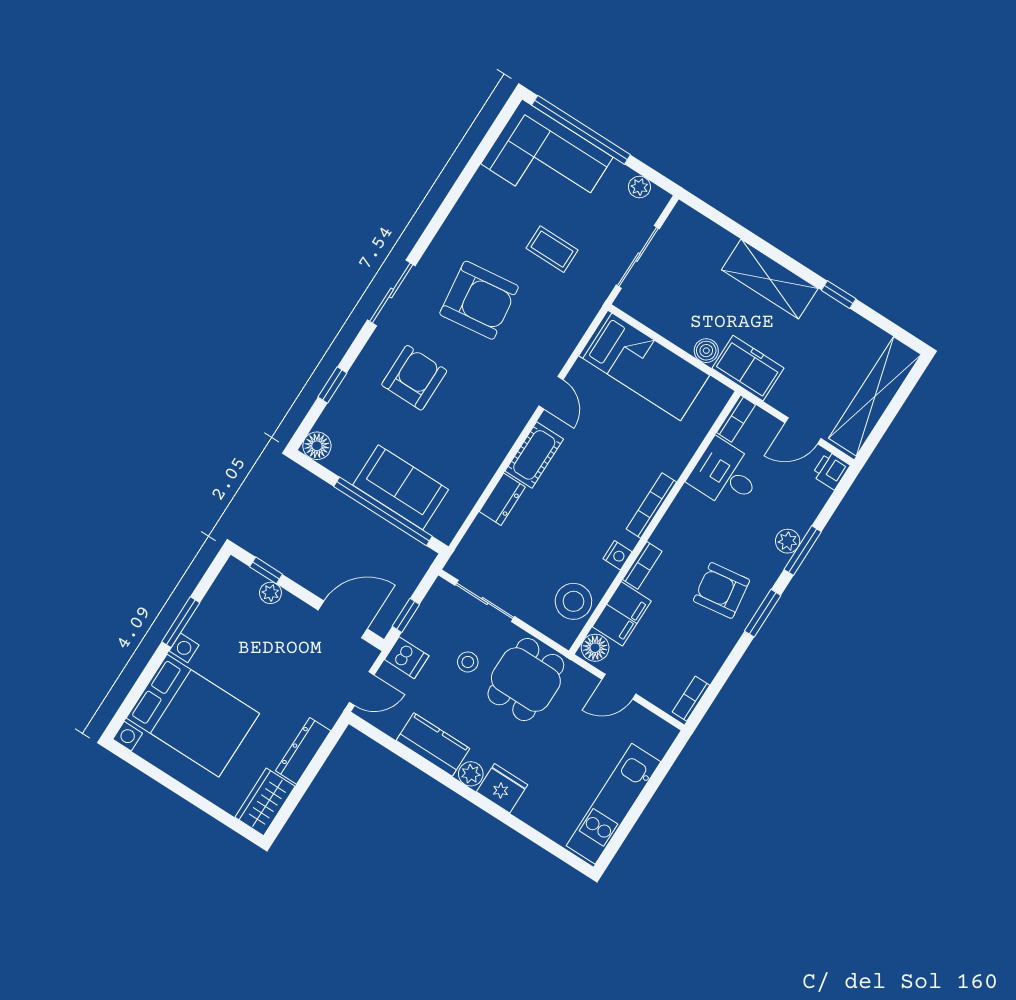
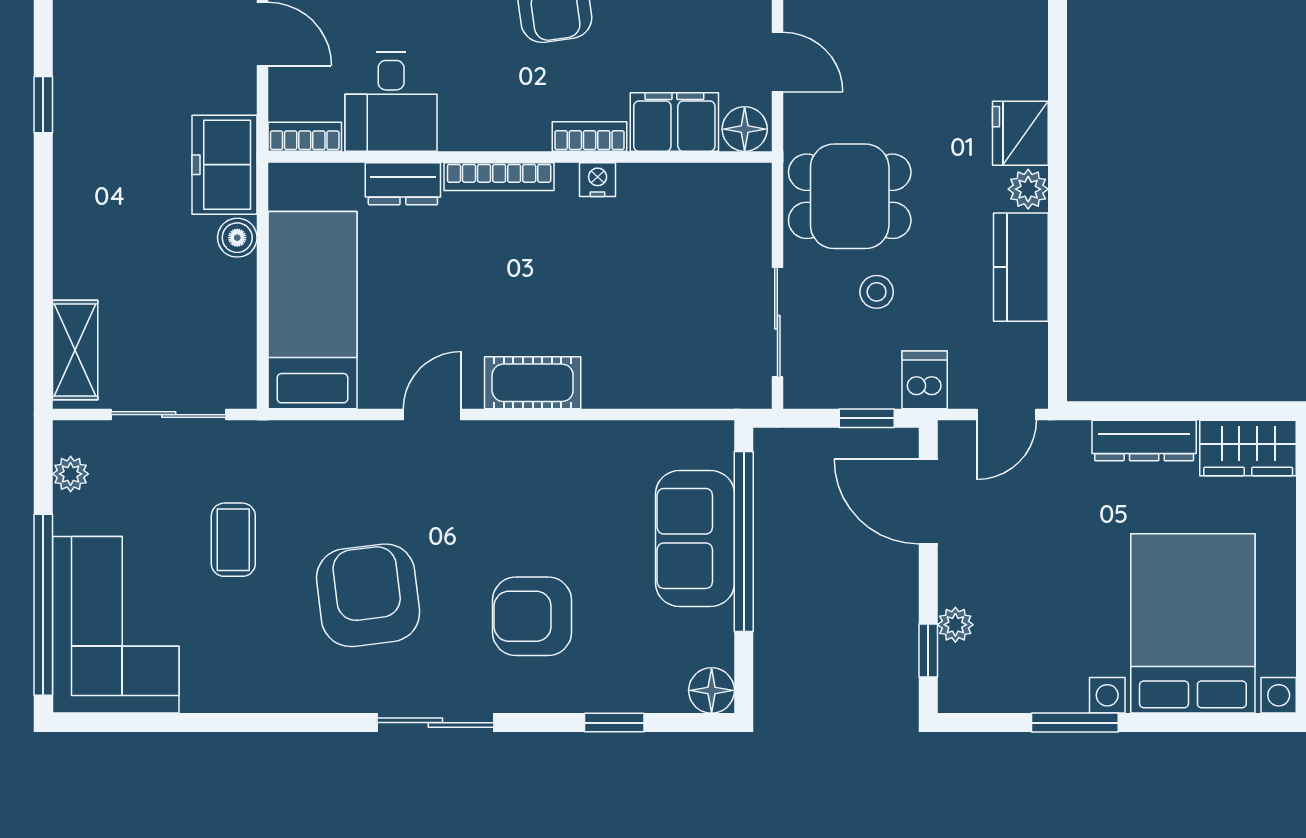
shelving: (770, 279) -> (75, 350), moved, width x0.67, depth x0.75
dresser: (502, 499) -> (403, 184), moved, turned 180
stool: (573, 601) -> (700, 200), removed
door: (362, 689) -> (1007, 415), swing flipped

